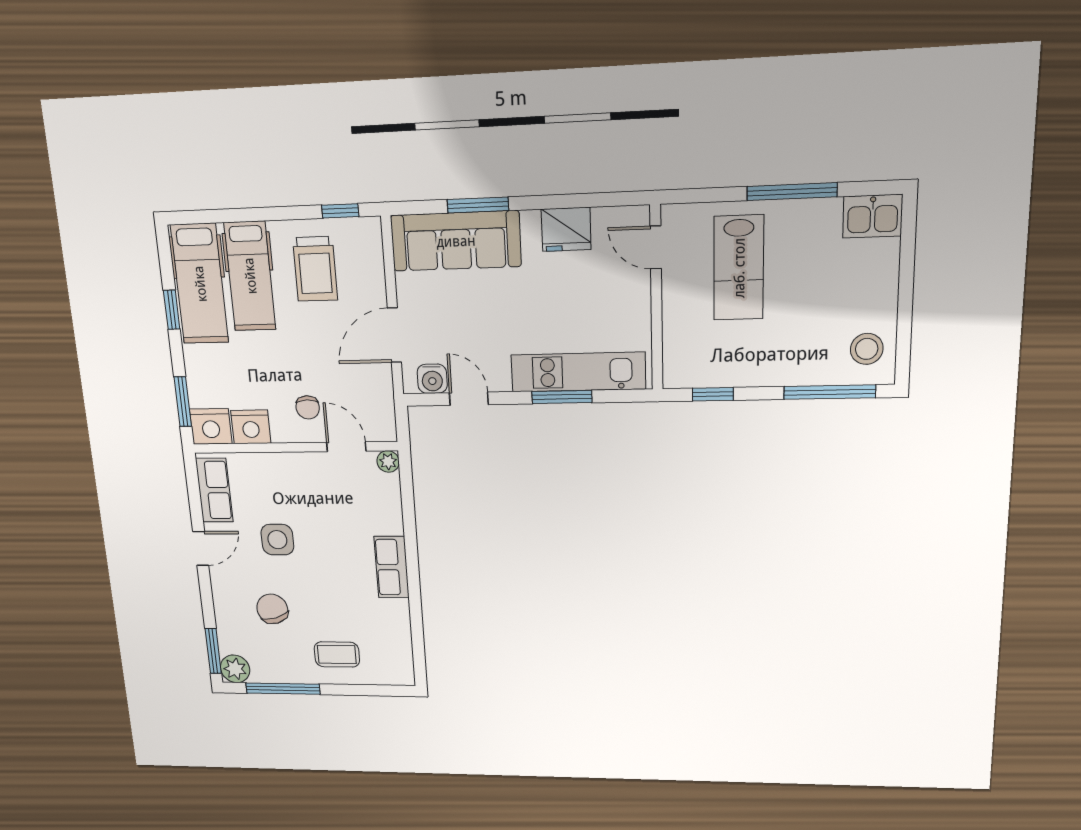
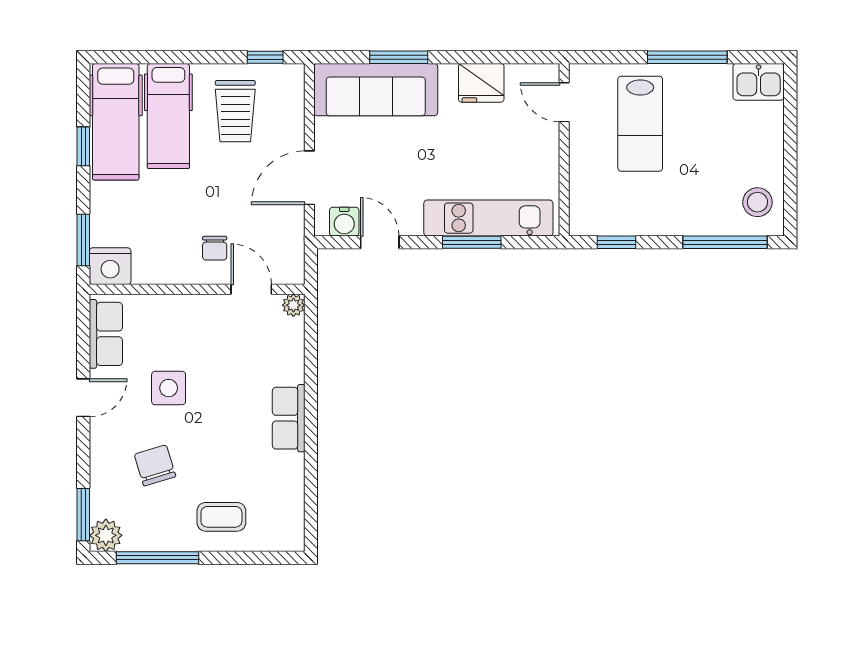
nightstand: (251, 427) -> (153, 267), removed

